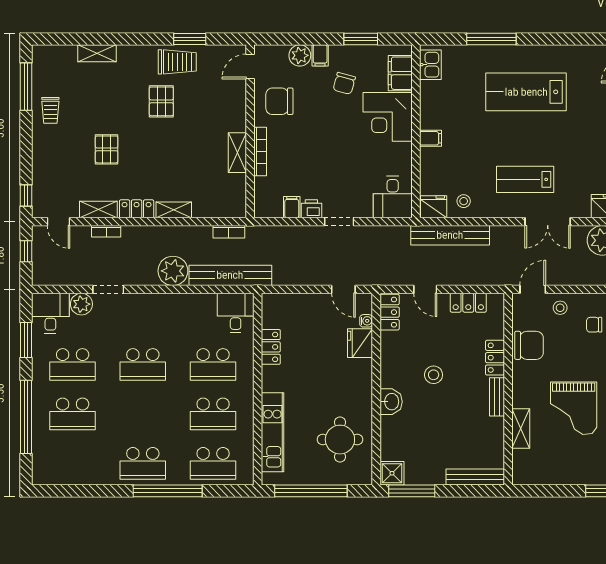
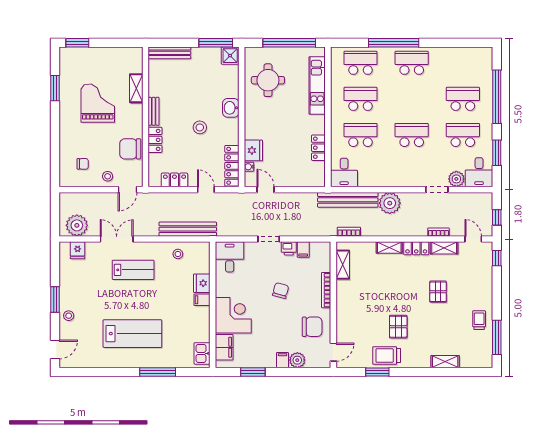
chair: (344, 83) -> (281, 291), moved
shelving: (237, 153) -> (343, 265), moved
fridge: (434, 207) -> (202, 283), moved, turned 90
locker: (390, 312) -> (232, 166), width x1.53

